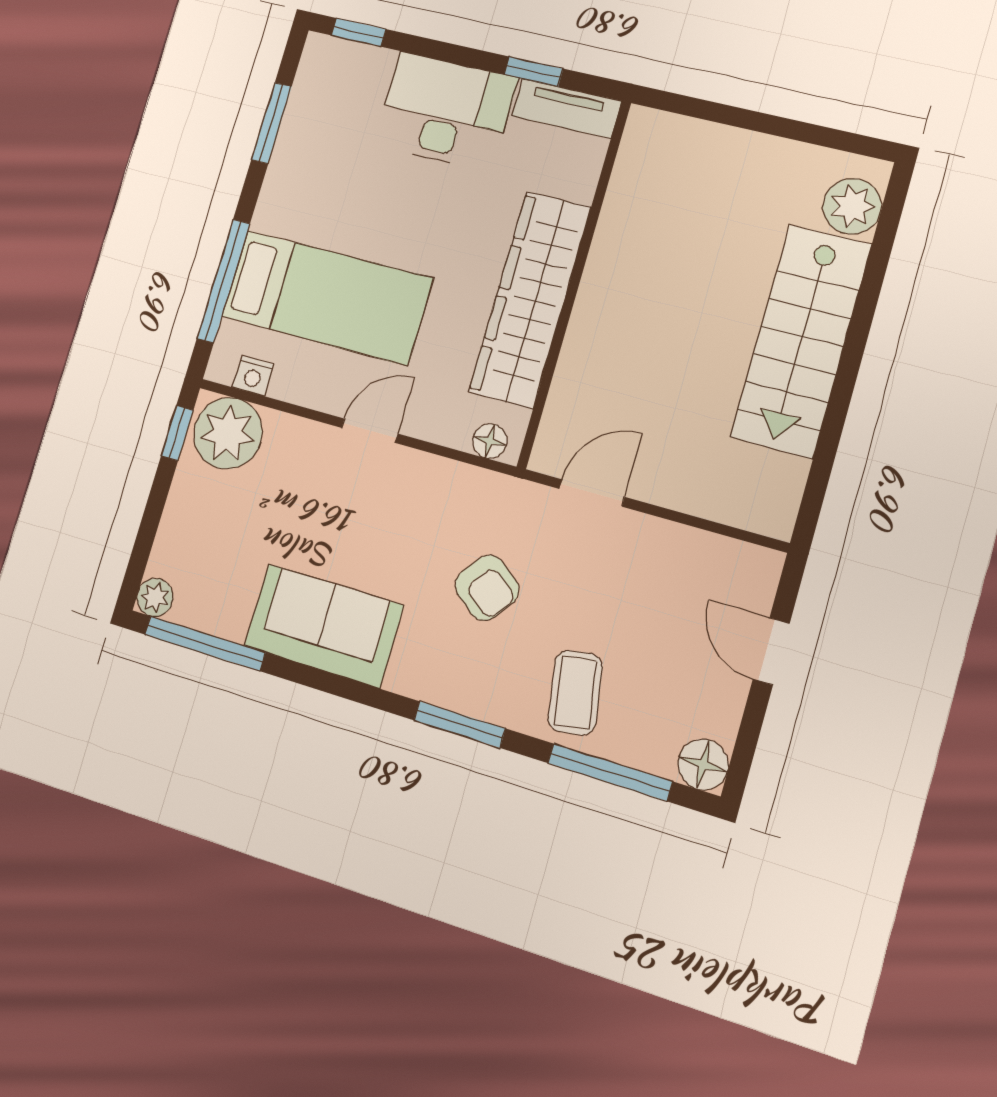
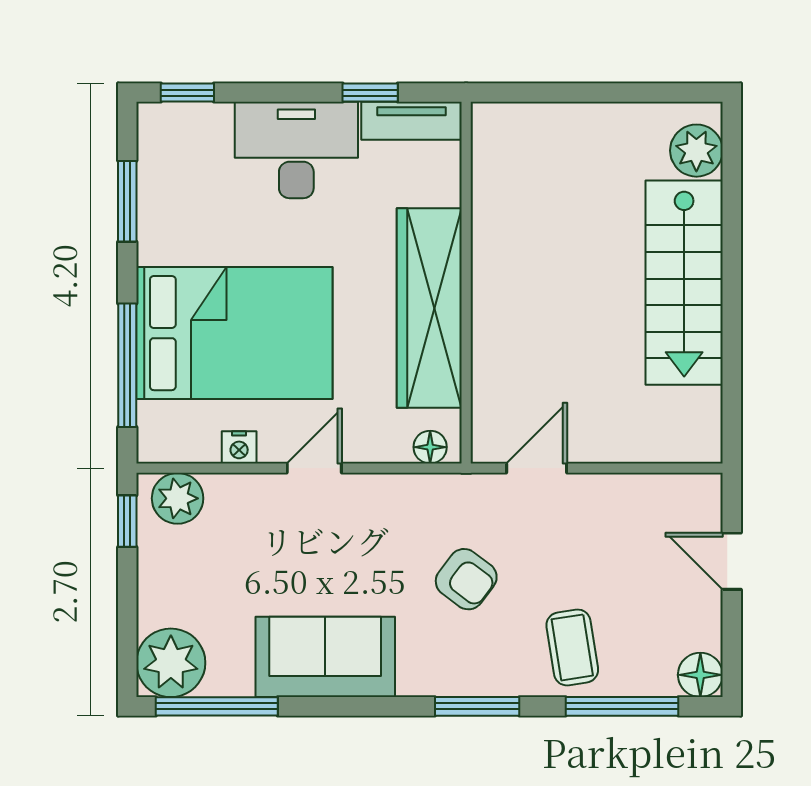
bed: (326, 297) -> (234, 333), width x1.50
nightstand: (253, 376) -> (239, 447), moved
plant: (228, 433) -> (178, 498), width x0.73, depth x0.73
plant: (155, 597) -> (171, 663), width x1.87, depth x1.87

